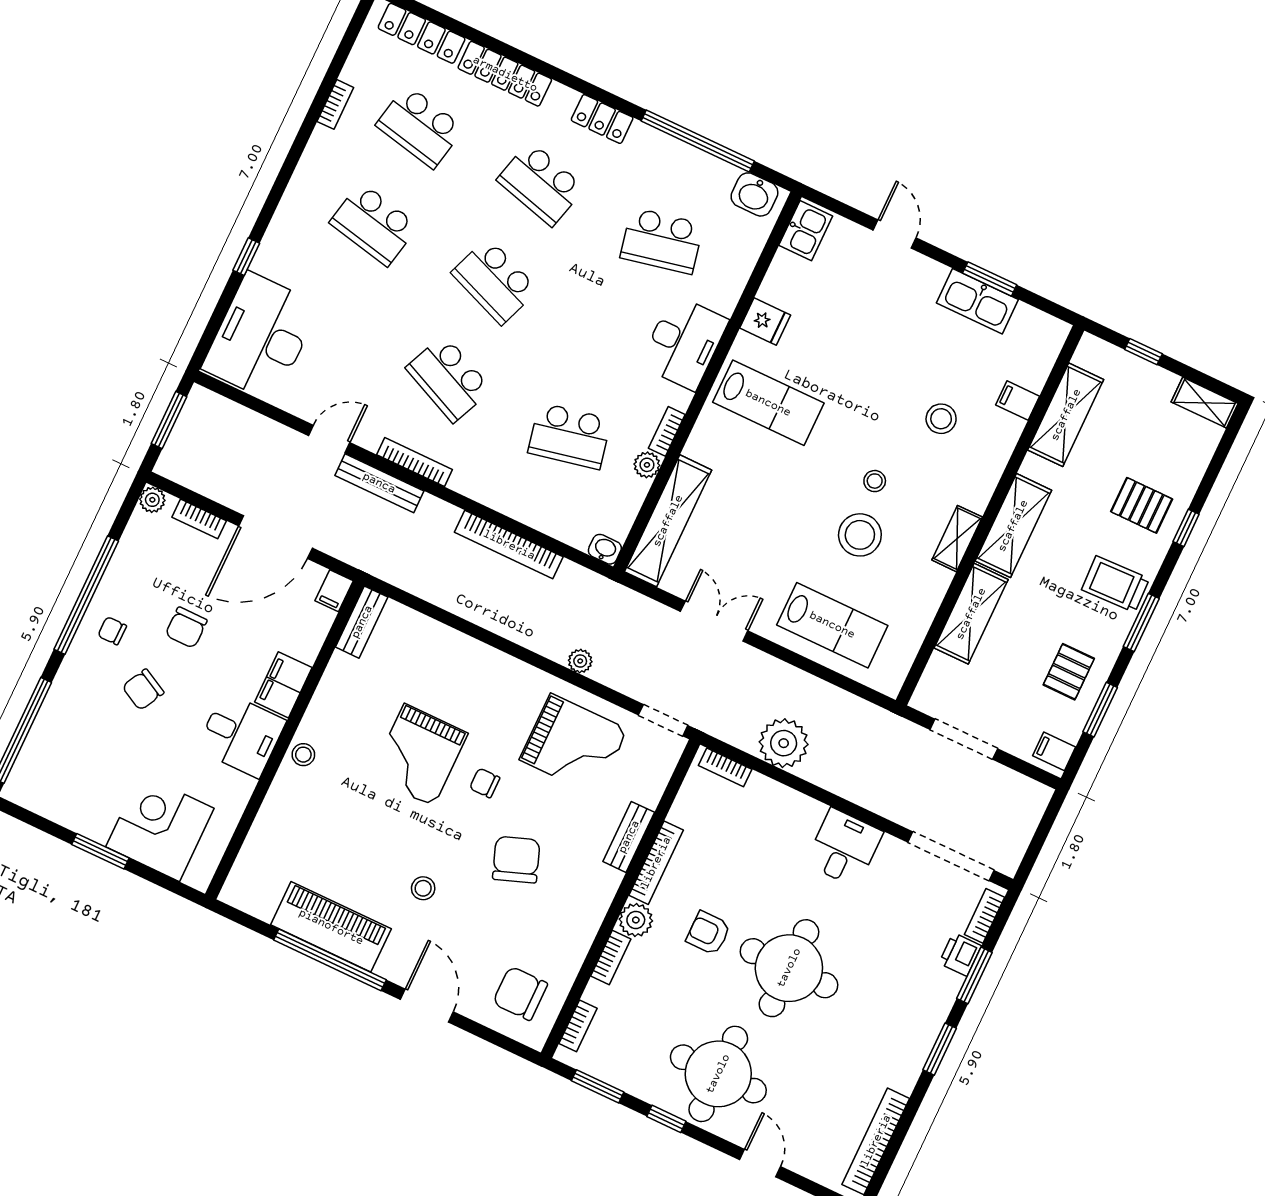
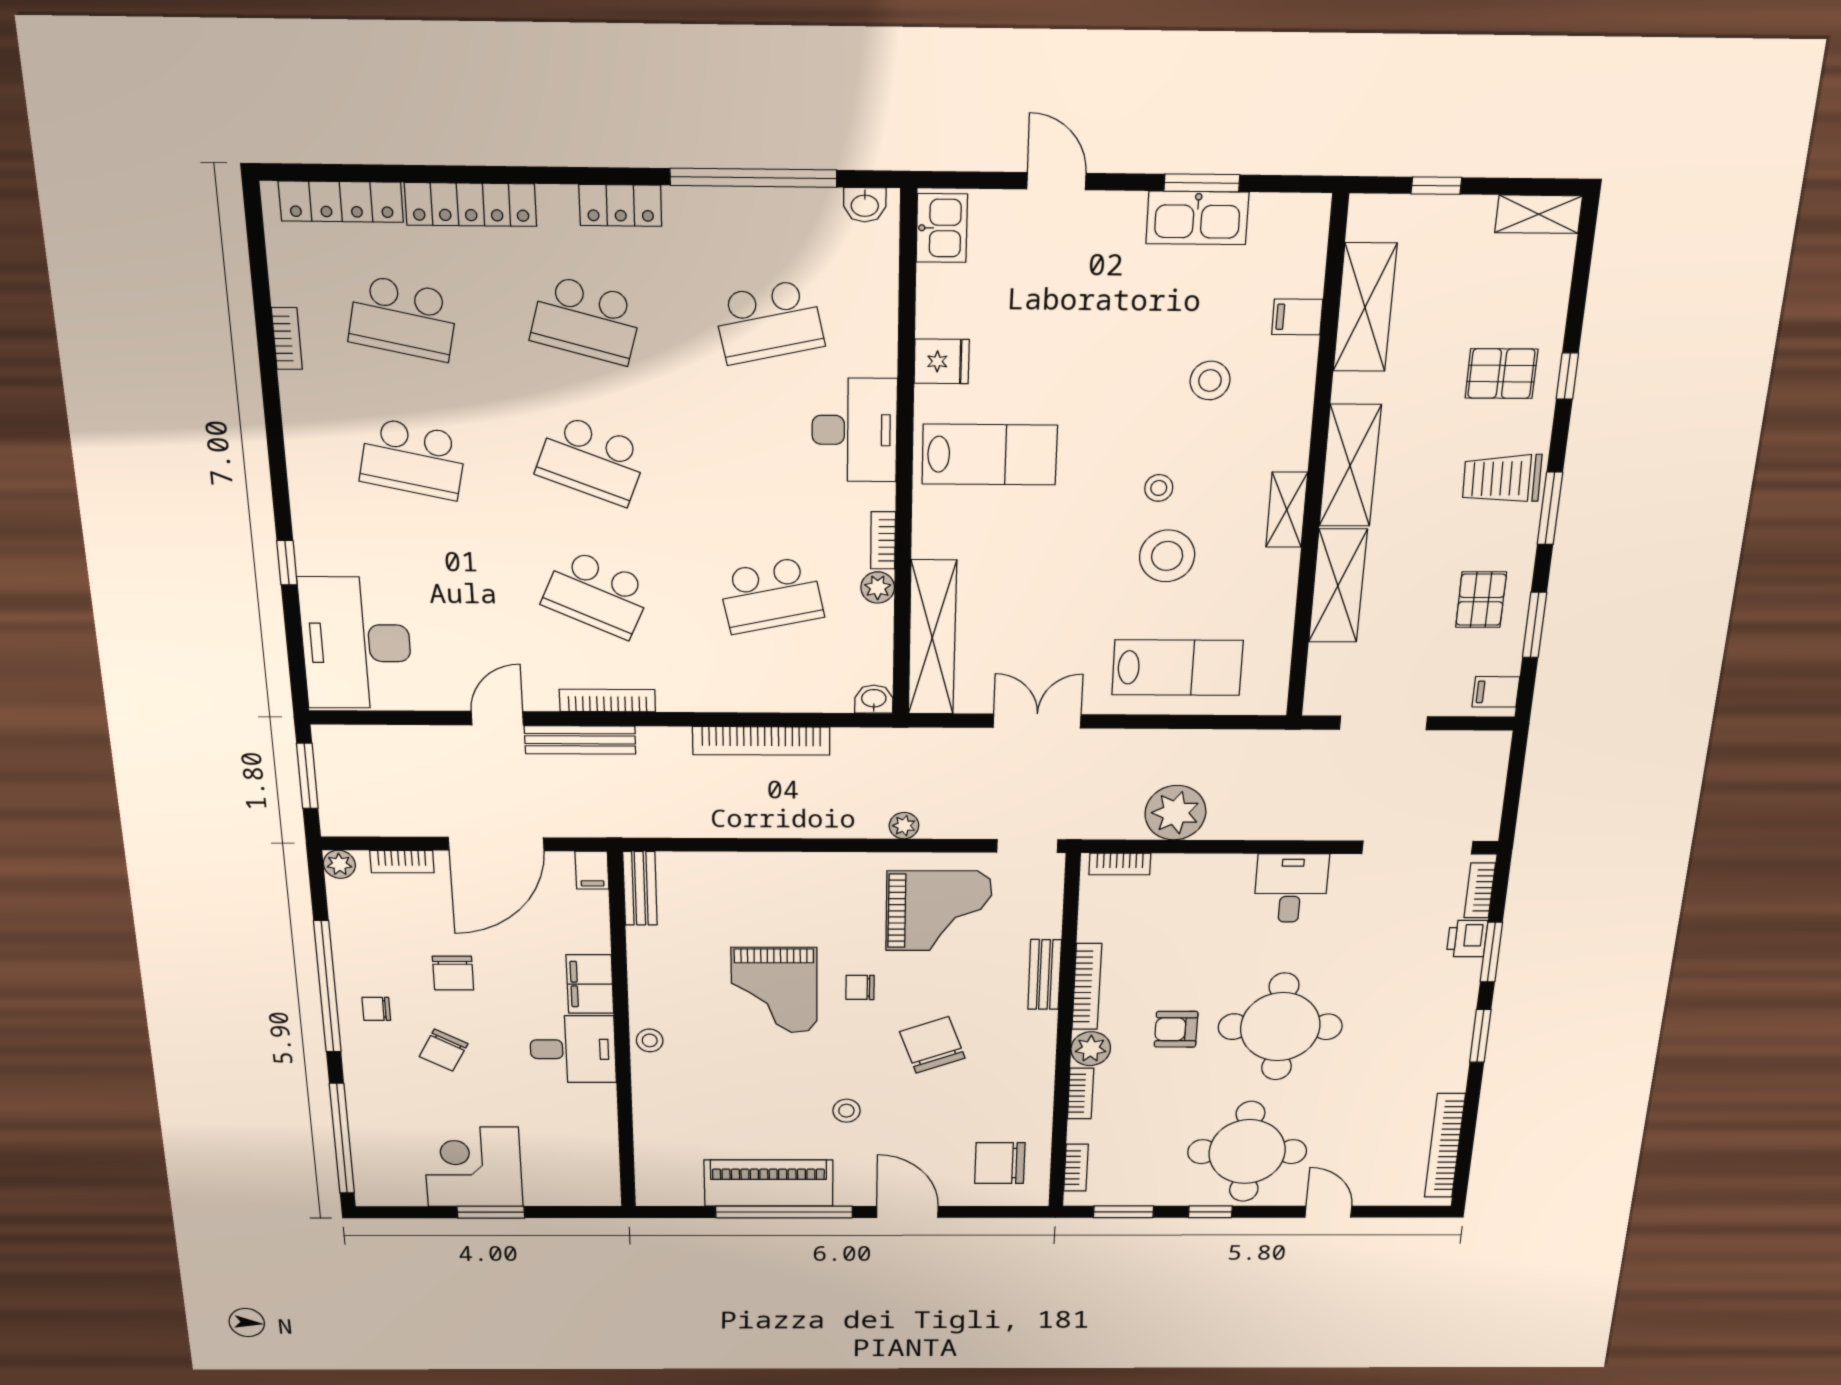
washbasin: (754, 194) -> (865, 205), width x0.72, depth x0.69
corner desk: (160, 827) -> (473, 1167), moved

